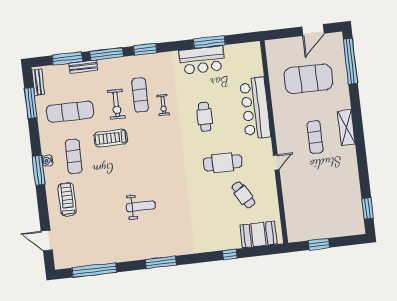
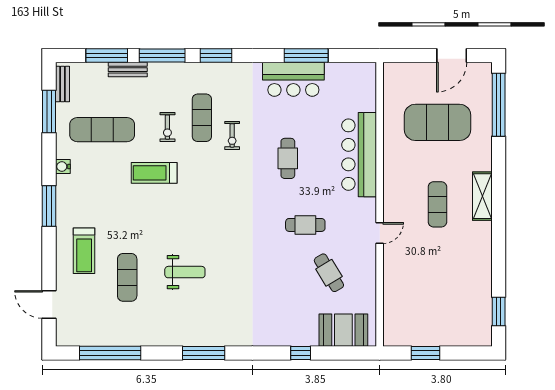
exercise bike: (116, 104) -> (167, 127), width x0.73, depth x0.72
exercise mat: (74, 156) -> (127, 277), moved
water cooler: (47, 161) -> (63, 166), moved
cafe table: (223, 163) -> (305, 225), width x0.73, depth x0.74
treadmill: (67, 199) -> (84, 251), turned 180

